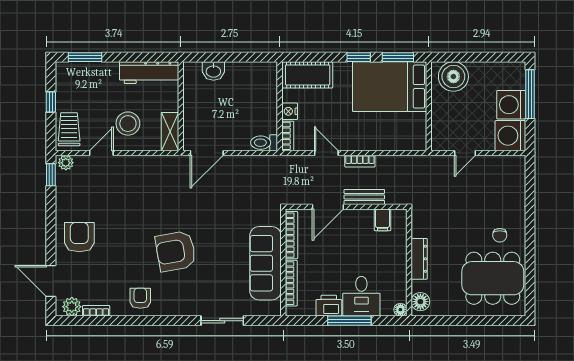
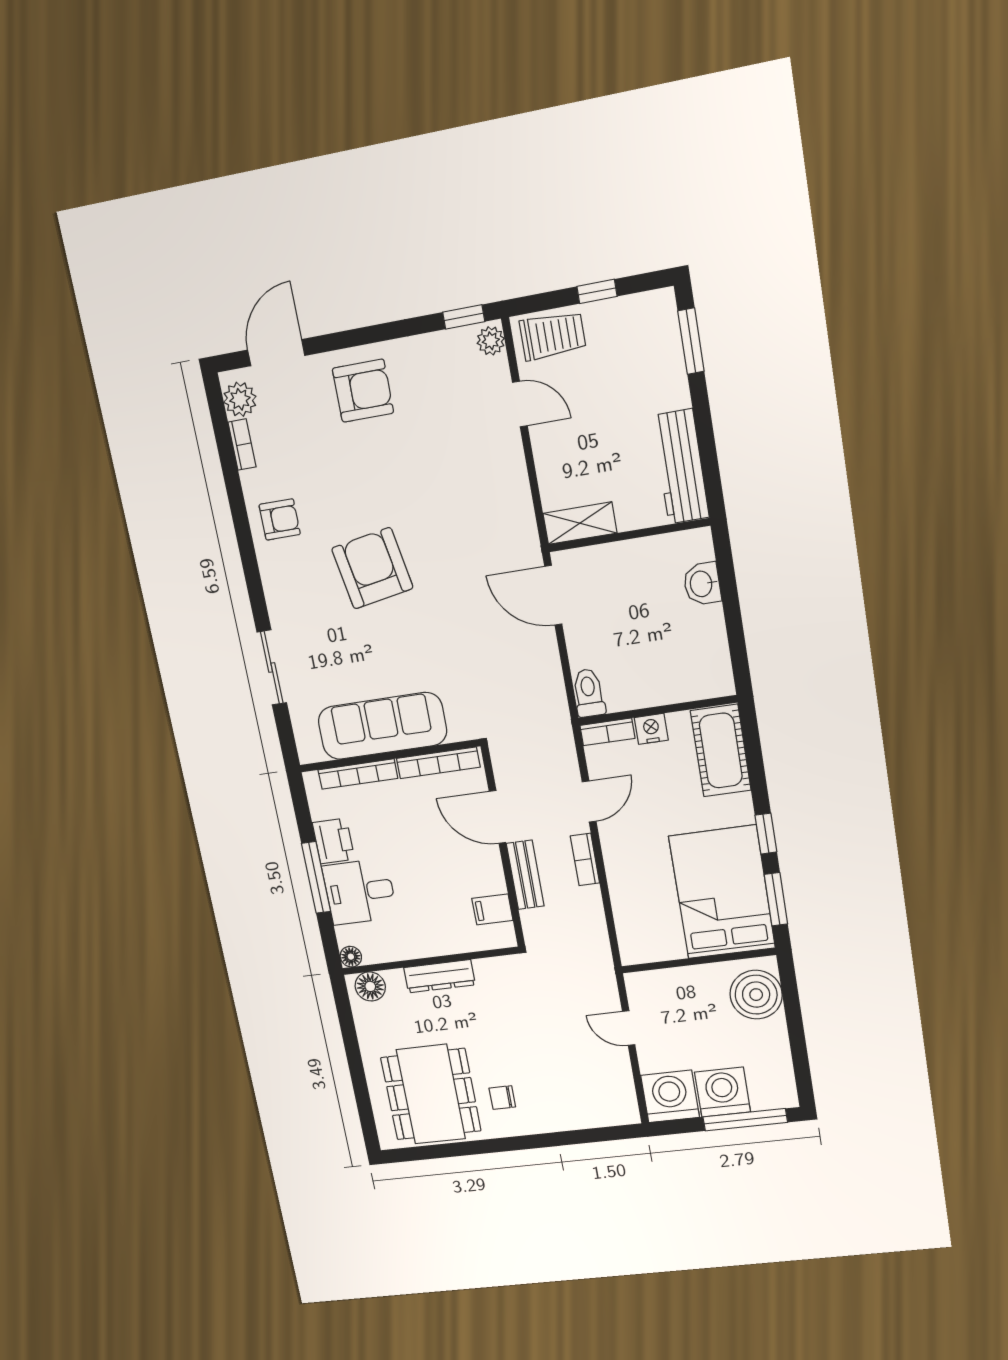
stool: (128, 124) -> (581, 444), removed

